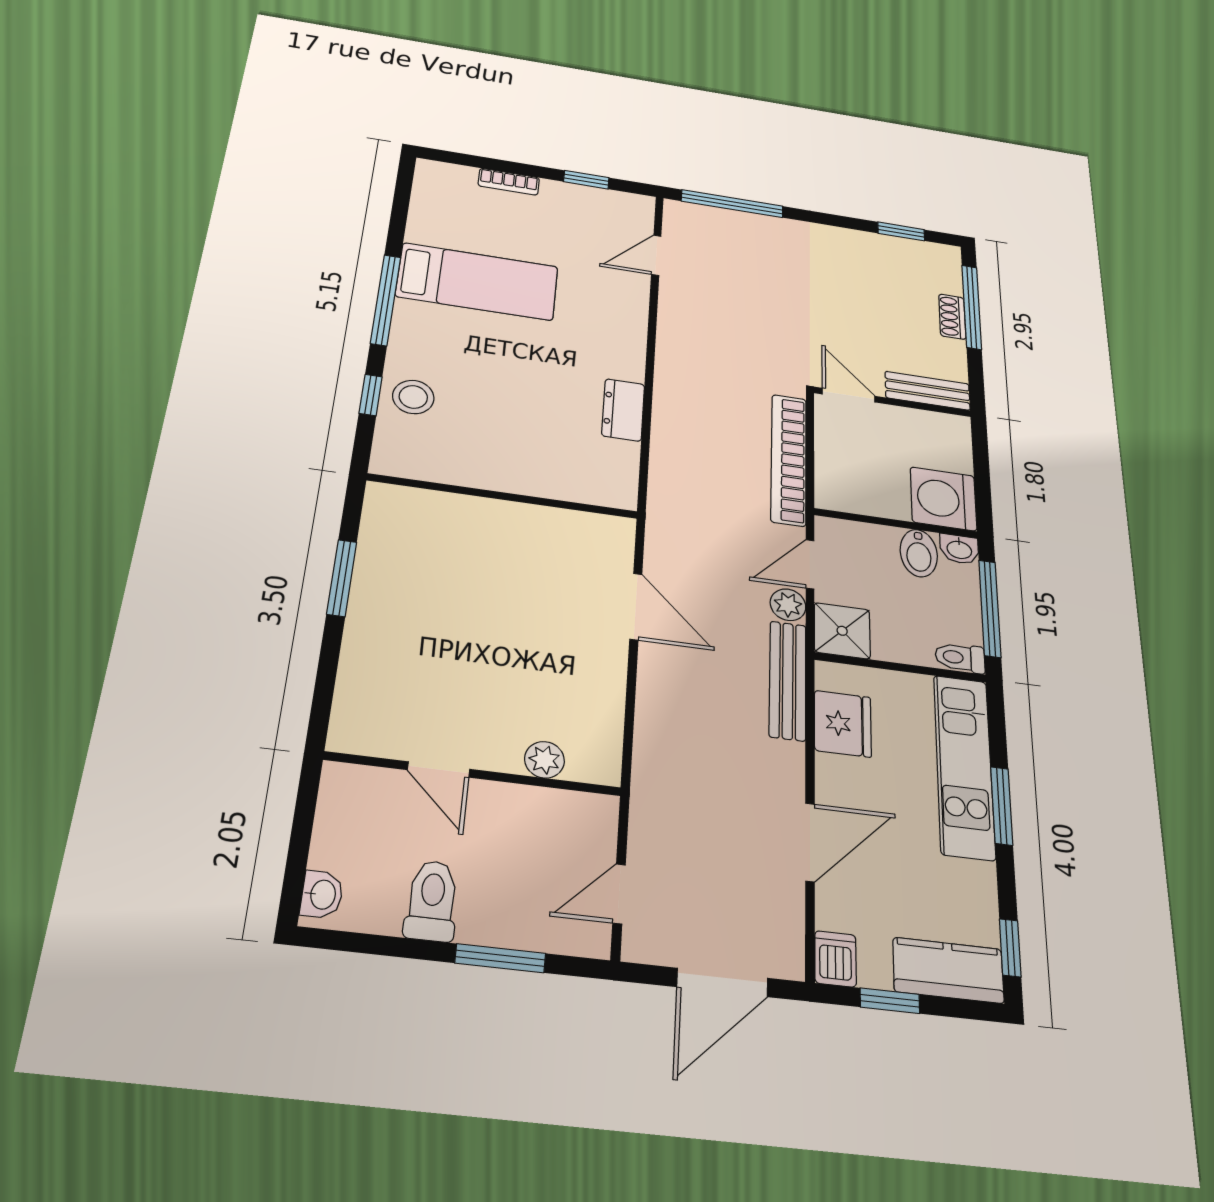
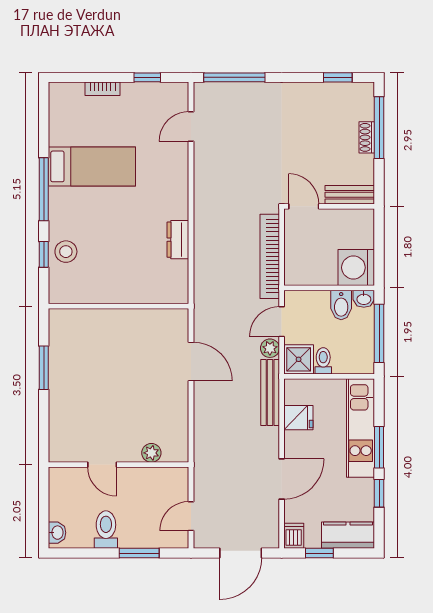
toilet: (960, 658) -> (323, 361), moved, turned 90
fridge: (843, 724) -> (298, 418), width x0.72
window: (1010, 948) -> (379, 493), moved

